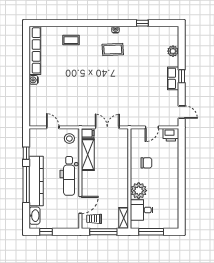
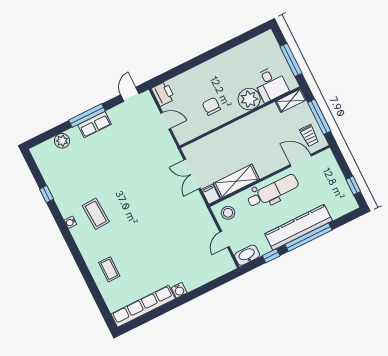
window: (182, 76) -> (87, 116), width x2.17
washbasin: (35, 216) -> (247, 255), moved

